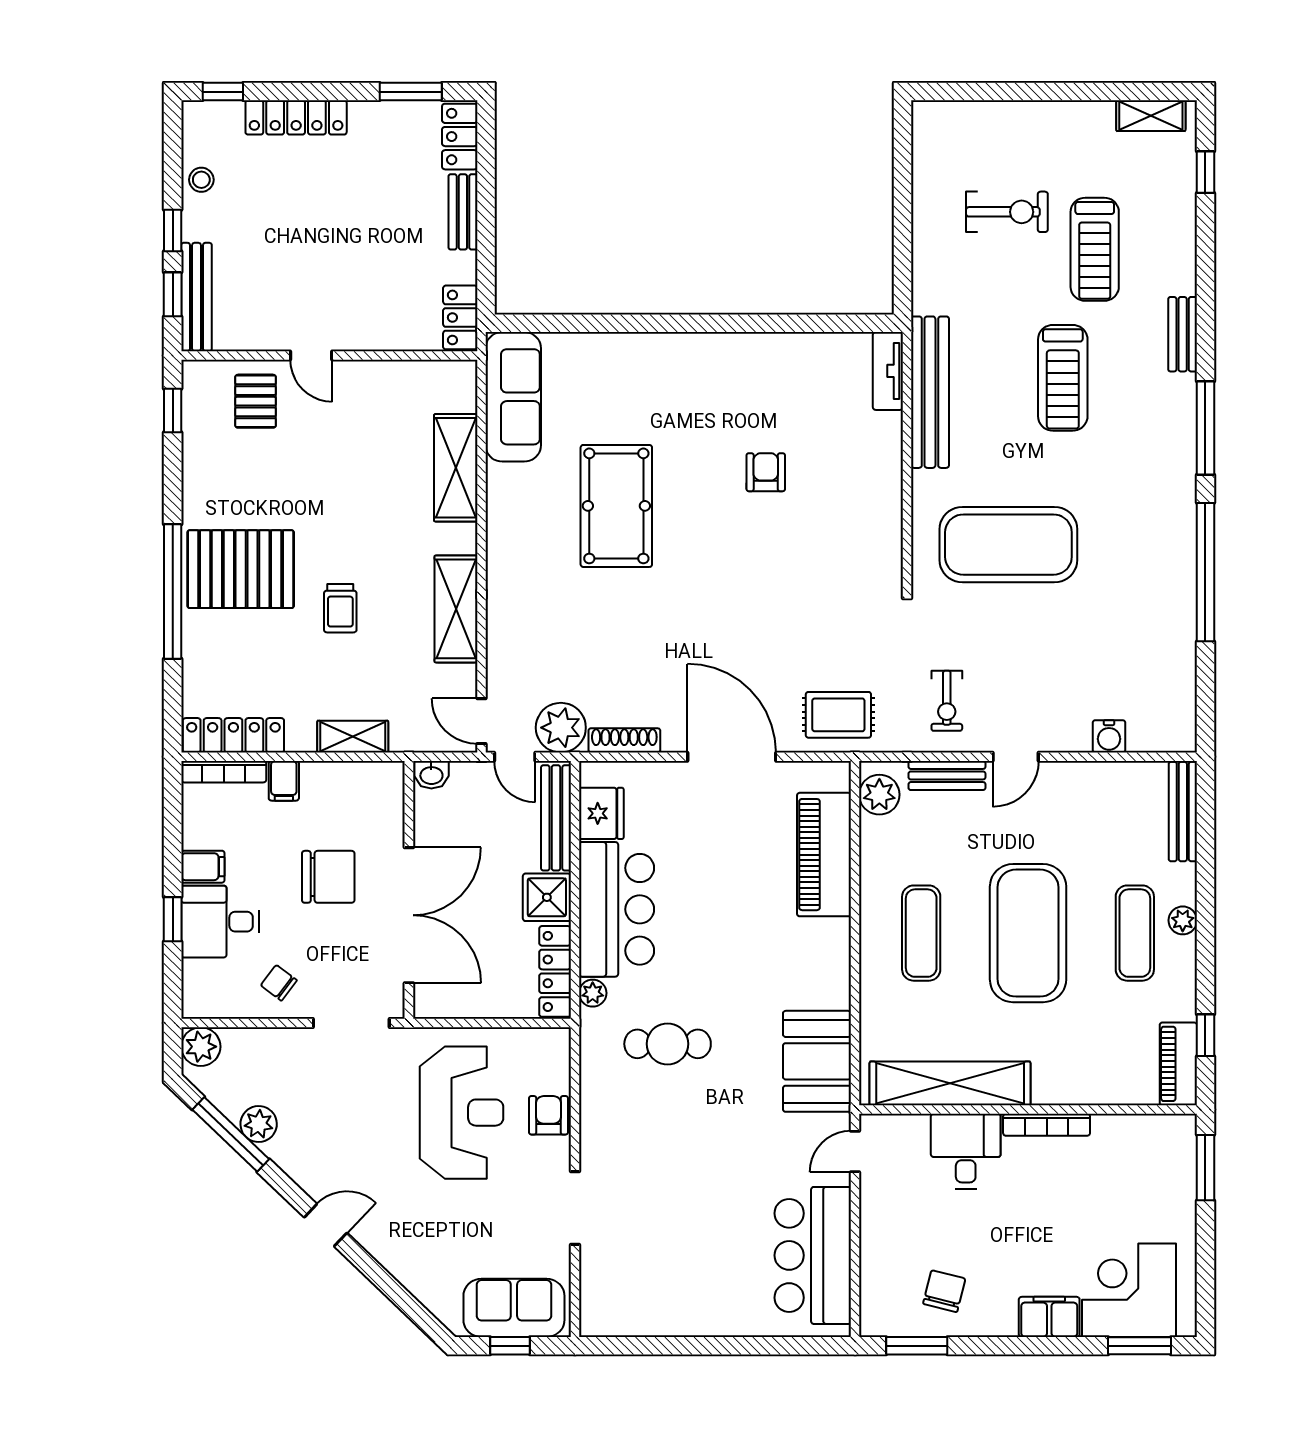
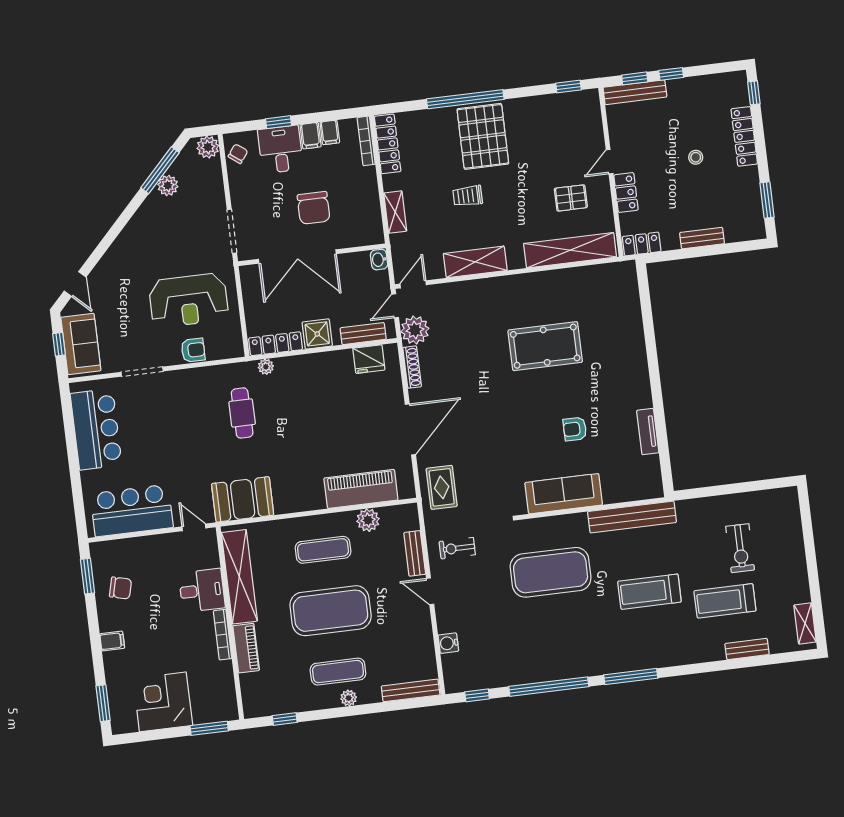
locker: (460, 137) -> (626, 193), moved, turned 90
window: (1205, 172) -> (477, 695), moved
stool: (201, 180) -> (696, 157), moved
bench: (1183, 334) -> (747, 649), moved
tv unit: (888, 371) -> (648, 432), moved, turned -90
sofa: (513, 397) -> (564, 494), moved, turned 180
pallet: (256, 401) -> (571, 198), moved
shelving: (456, 468) -> (570, 250), width x1.47
armchair: (766, 472) -> (575, 429), turned 180
exercise mat: (1008, 545) -> (551, 572), turned 90
filing cabinet: (284, 781) -> (330, 132), moved, turned -90
plant: (879, 795) -> (368, 520), moved
bench: (556, 818) -> (363, 334), width x0.73
bar counter: (617, 909) -> (96, 429), moved, turned -90
chair: (279, 983) -> (238, 154), moved
piano: (1178, 1064) -> (246, 648), moved, turned 90
door: (326, 1225) -> (75, 284), moved
corner desk: (1129, 1290) -> (163, 702), moved, turned -90
filing cabinet: (1049, 1317) -> (112, 641), width x0.50

